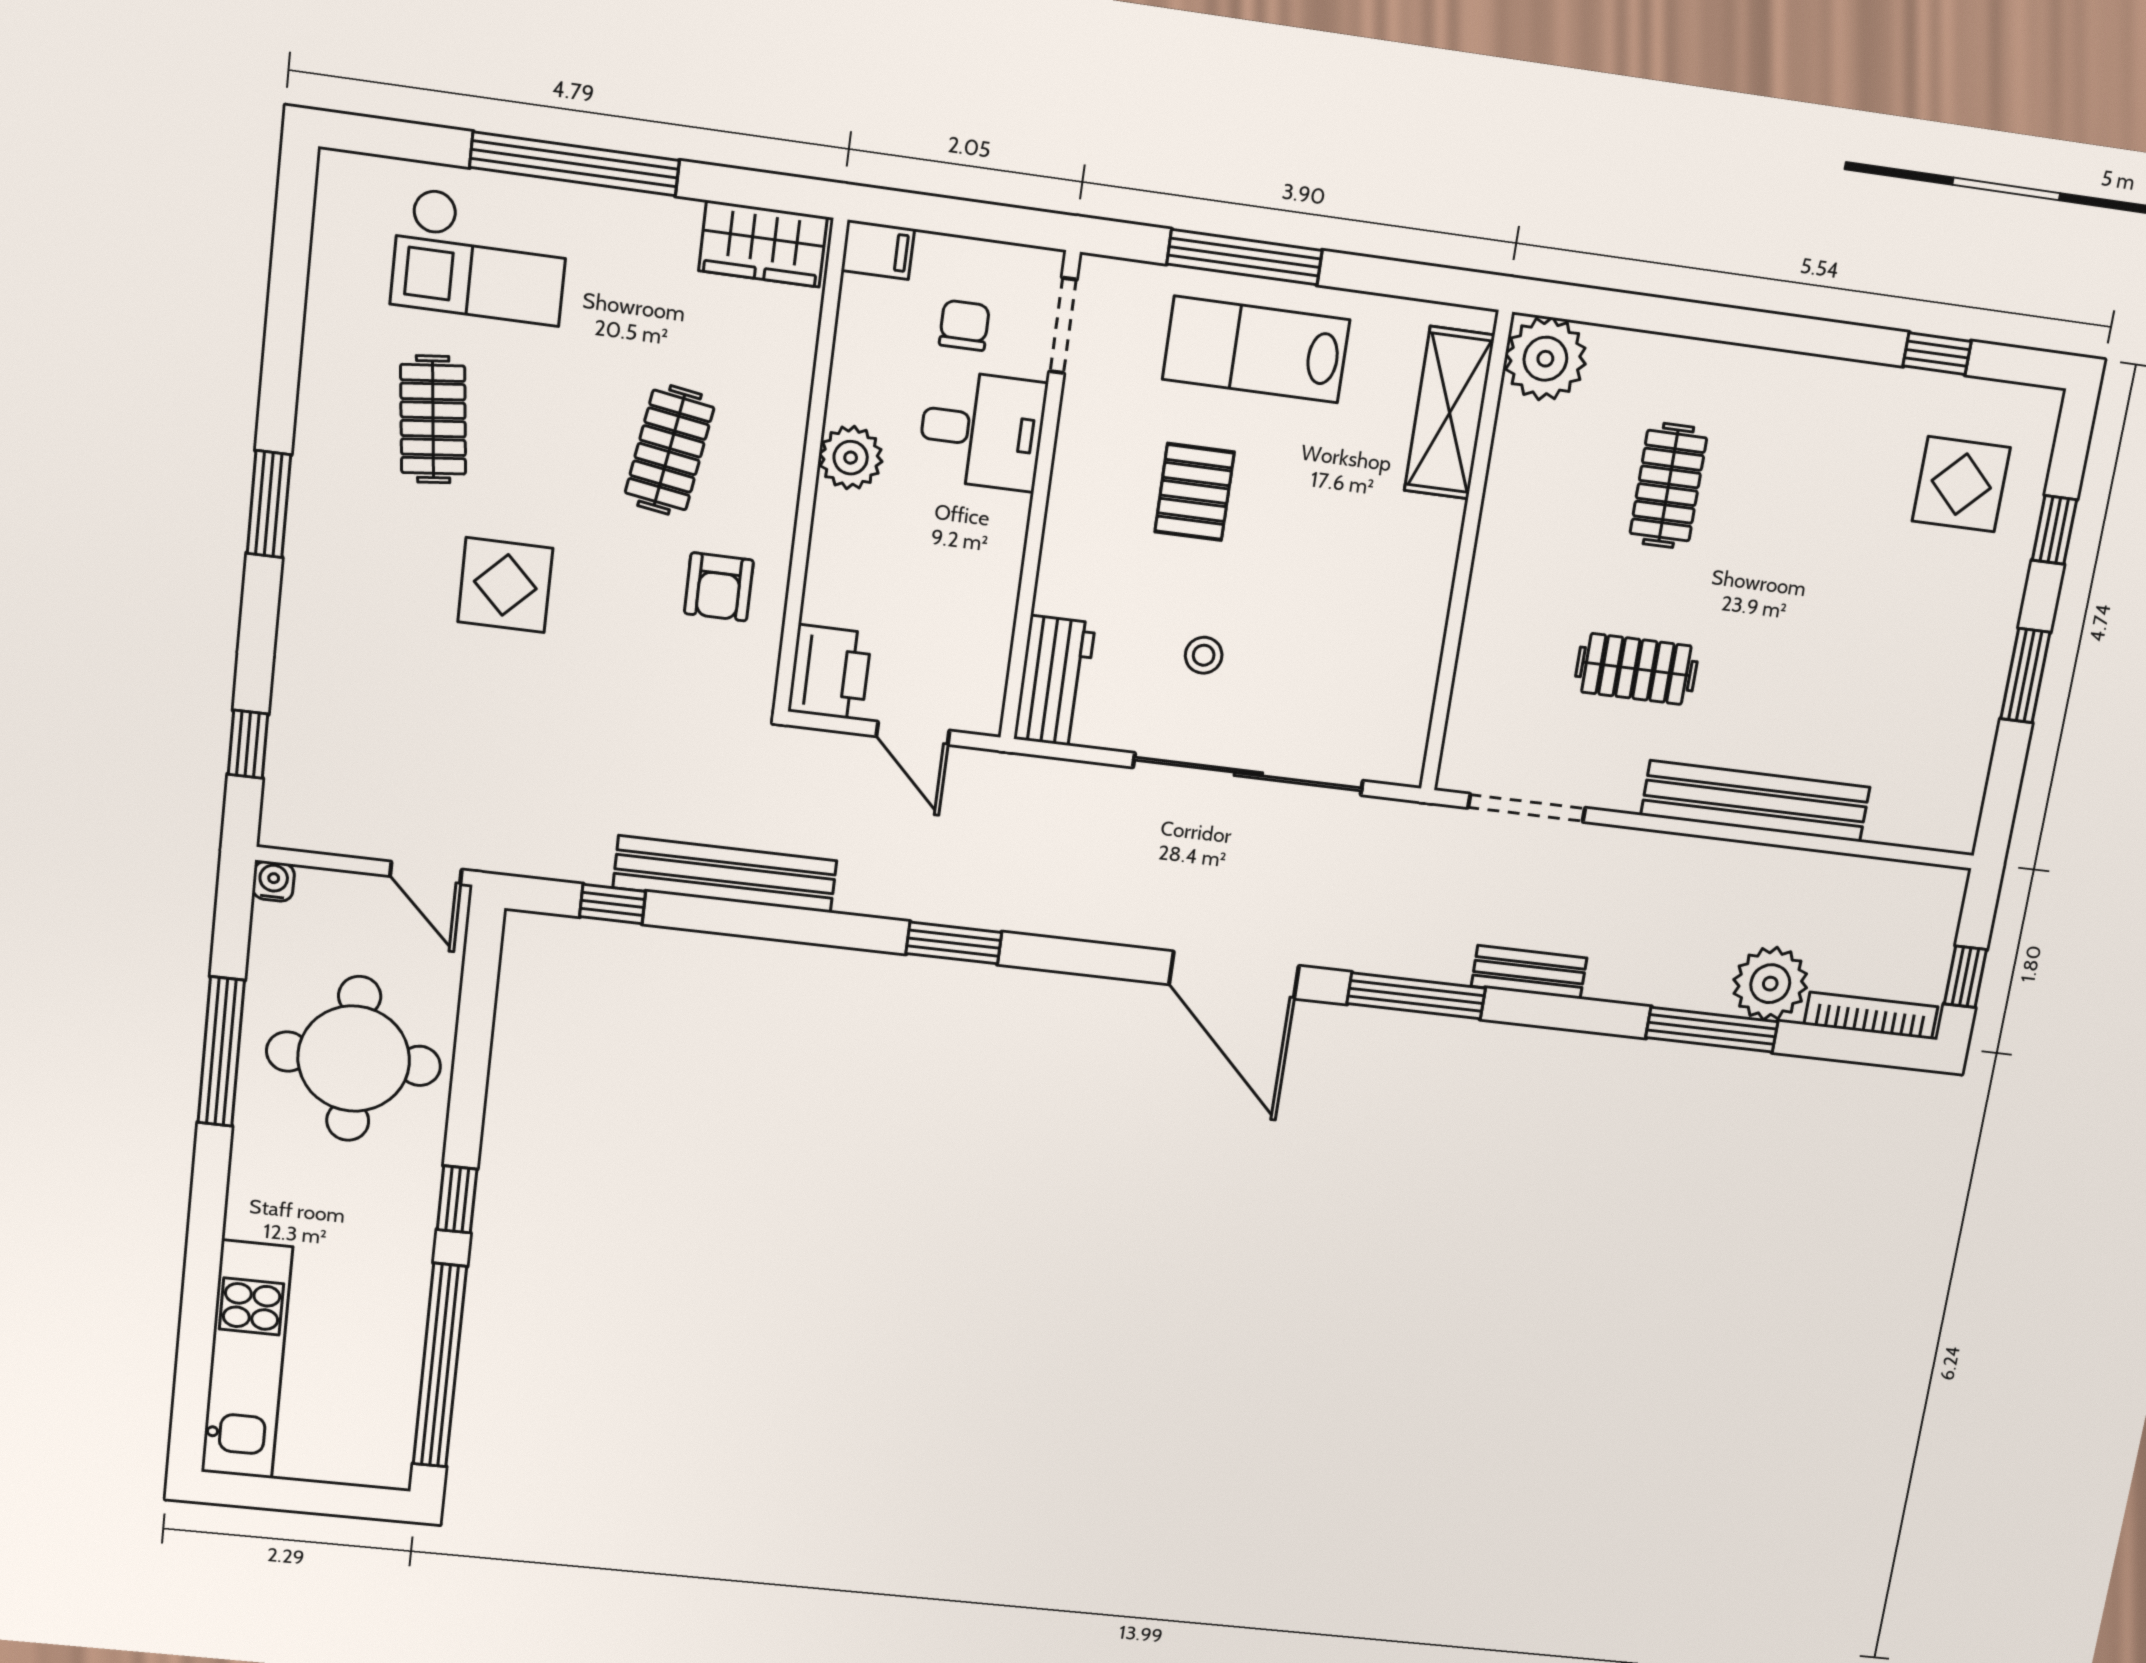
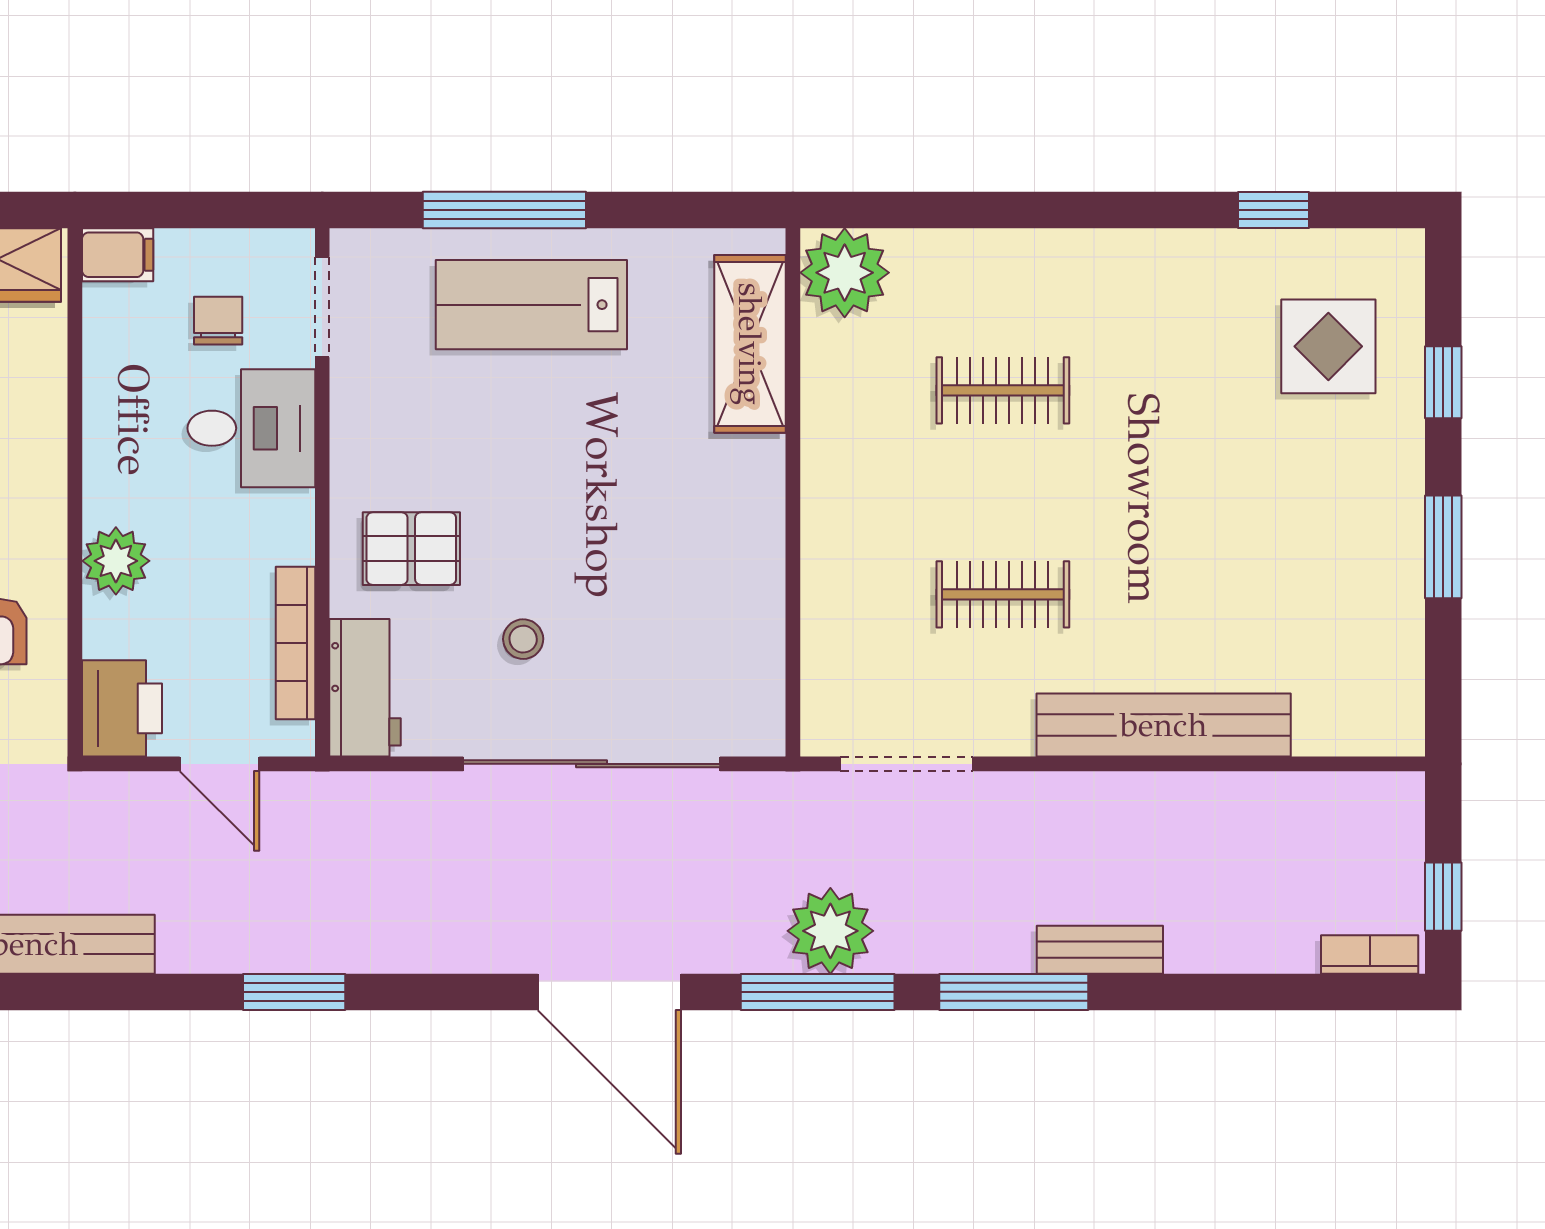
plant: (851, 458) -> (116, 561), moved
clothes rail: (1668, 486) -> (1003, 390), turned 90
pallet: (1195, 492) -> (411, 549), moved, turned 90
bookcase: (997, 633) -> (295, 643), added
bench: (1529, 972) -> (1100, 950), moved
plant: (1770, 984) -> (830, 931), moved
bookcase: (1871, 1016) -> (1370, 954), width x0.64
window: (1712, 1030) -> (1014, 992), moved

